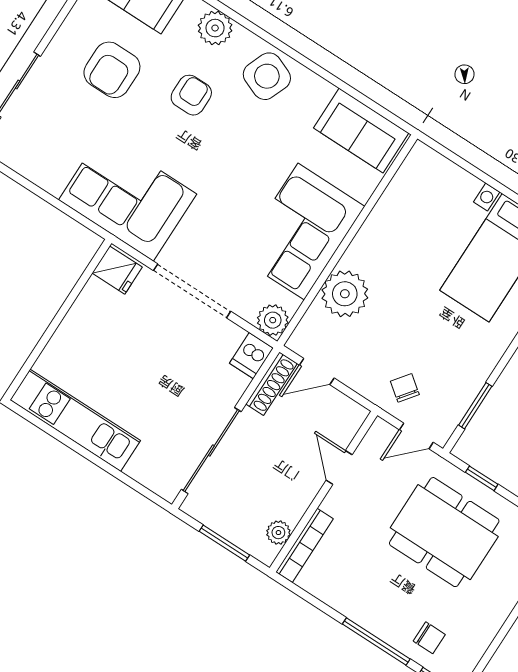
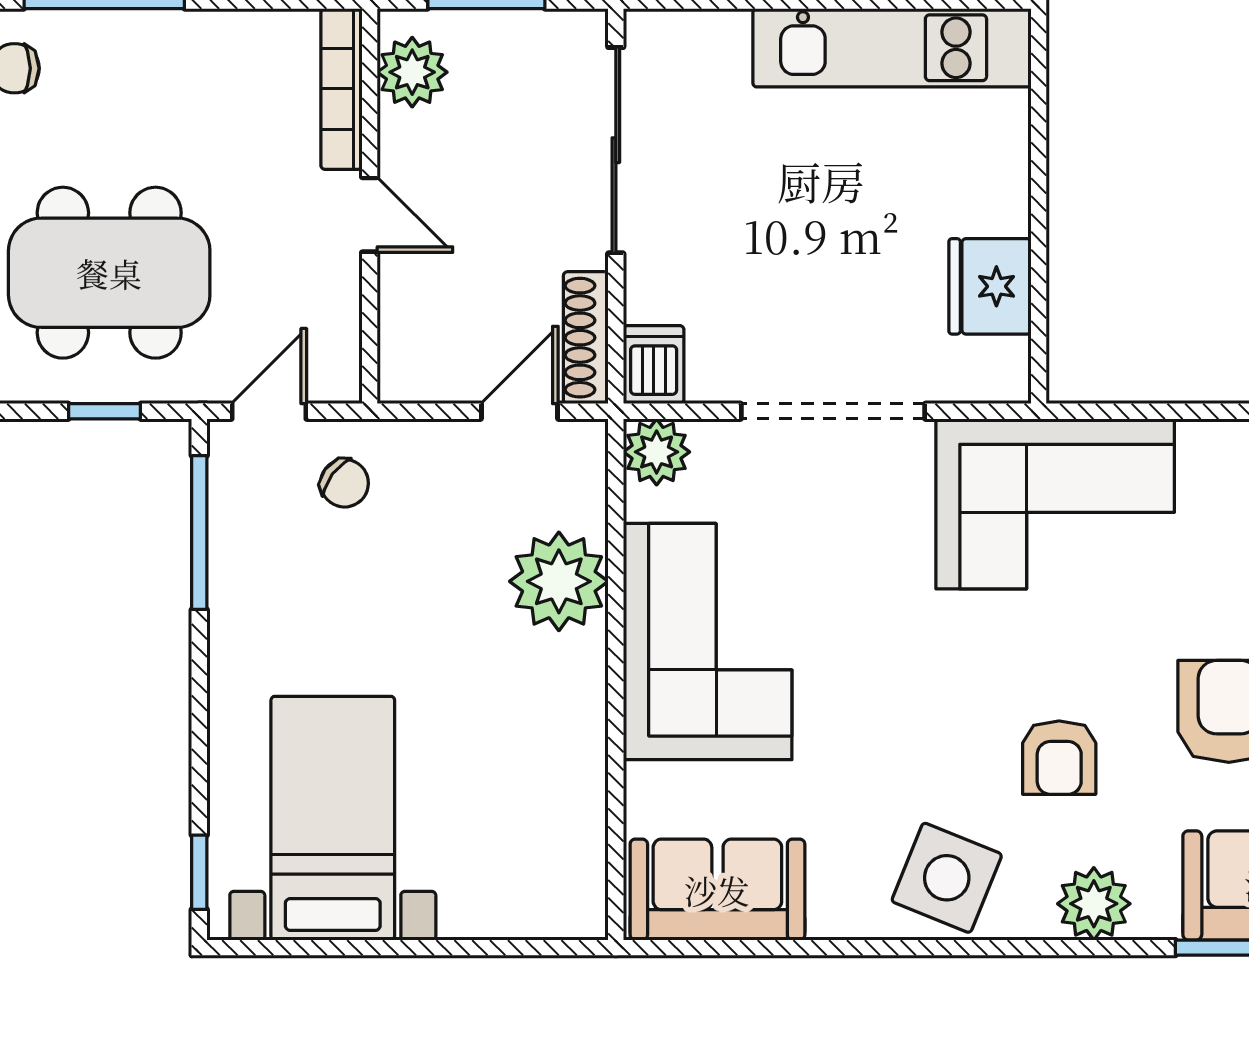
fridge: (117, 270) -> (990, 286), moved, width x1.38
window: (475, 406) -> (199, 533), width x1.44
door: (339, 468) -> (370, 215), moved
plant: (278, 533) -> (412, 72), width x1.38, depth x1.38

